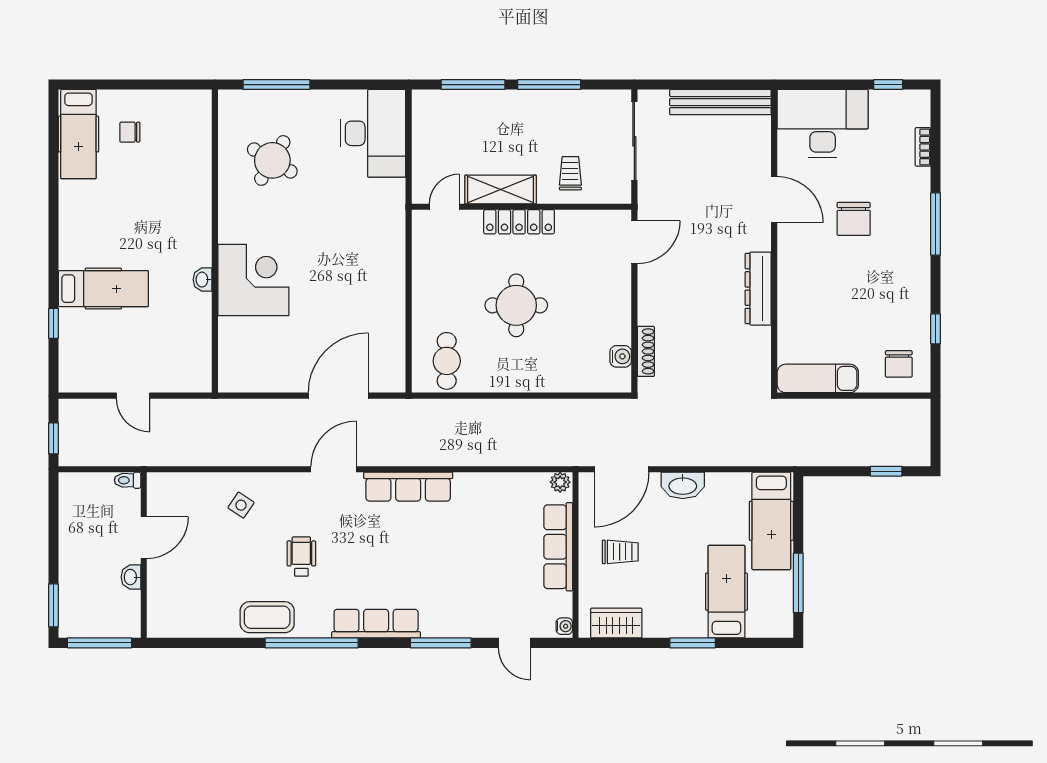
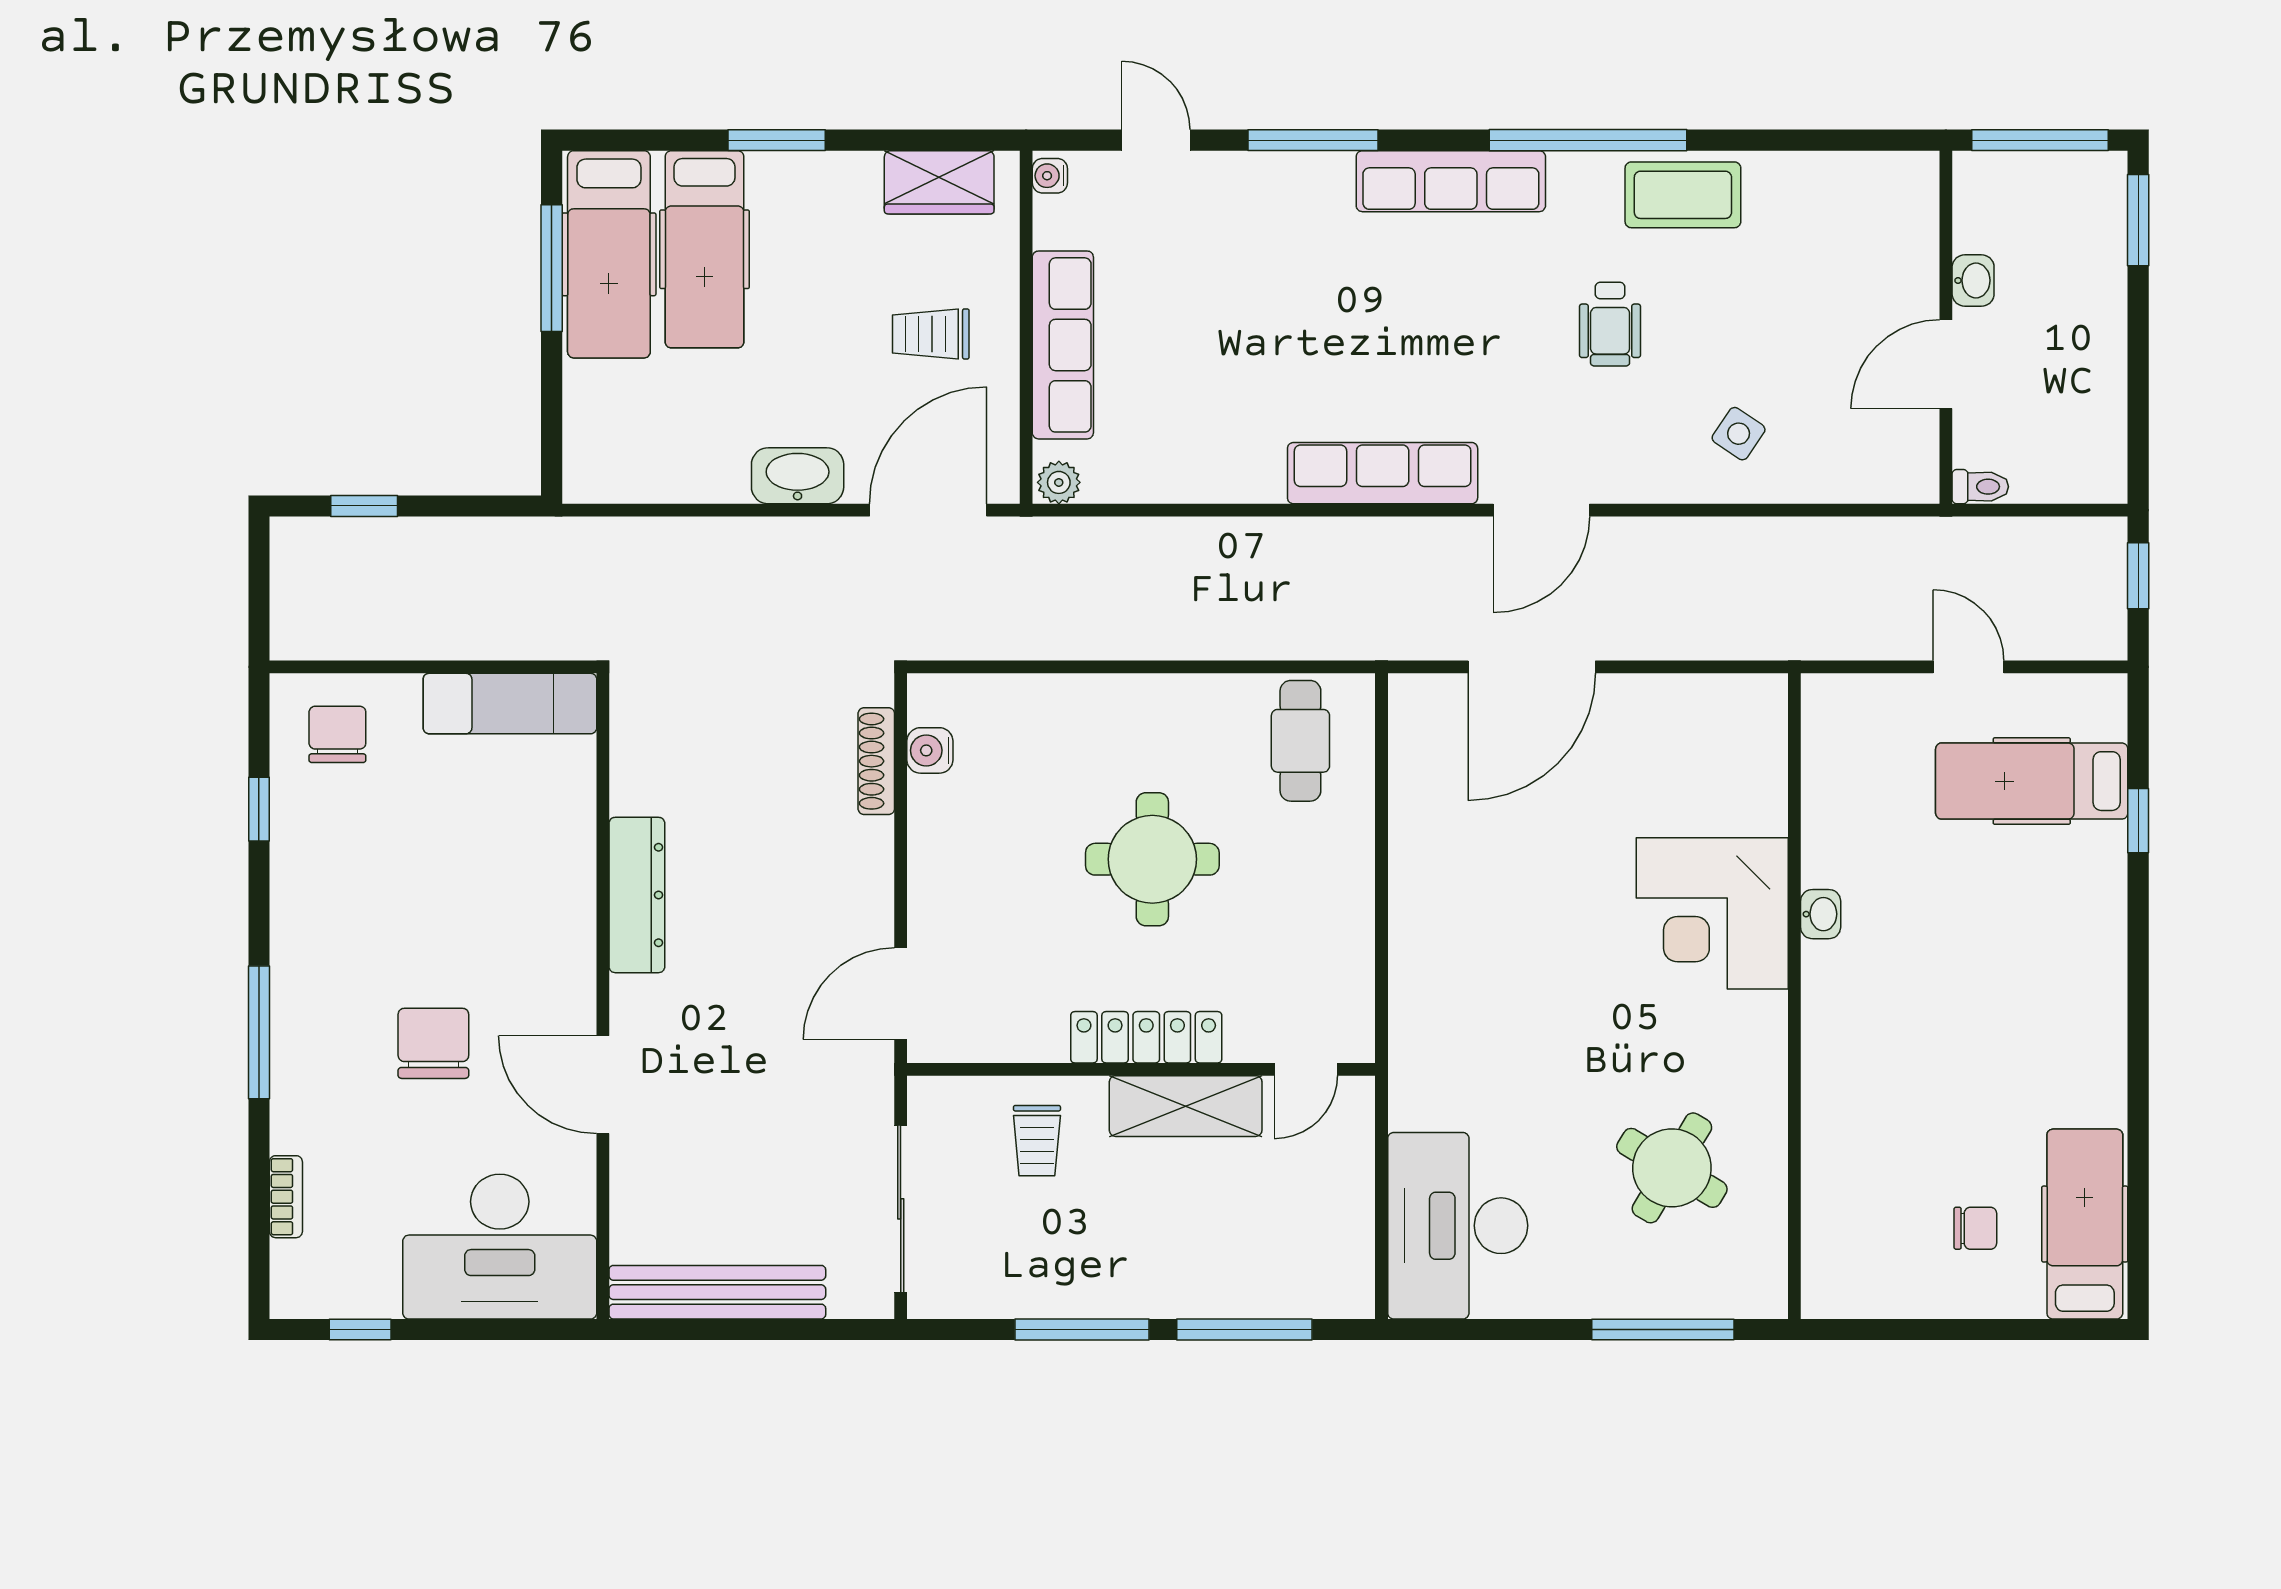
hospital bed: (103, 289) -> (2032, 781), moved
hospital bed: (771, 521) -> (609, 254), moved, turned 180

